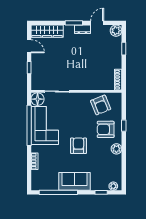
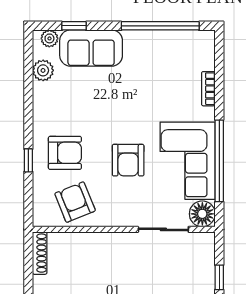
armchair: (79, 146) -> (128, 160), moved
plant: (116, 149) -> (43, 70), moved
sofa: (75, 181) -> (91, 48), moved

